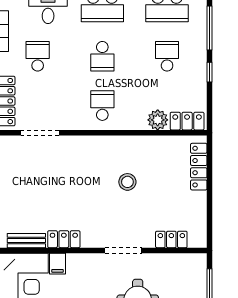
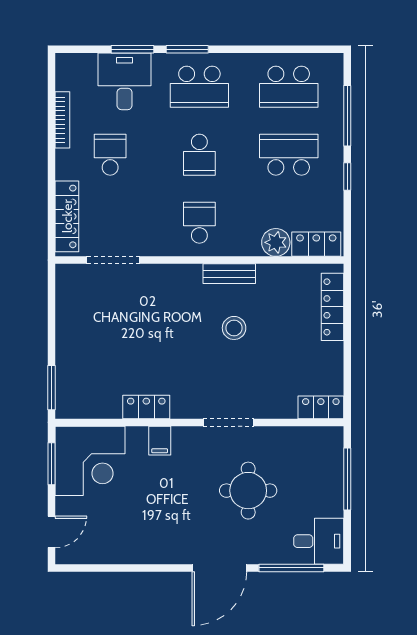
school desk: (167, 56) -> (289, 155), width x1.85
locker: (171, 239) -> (321, 407), moved
bench: (26, 241) -> (229, 274), moved
filing cabinet: (58, 264) -> (160, 441), moved

